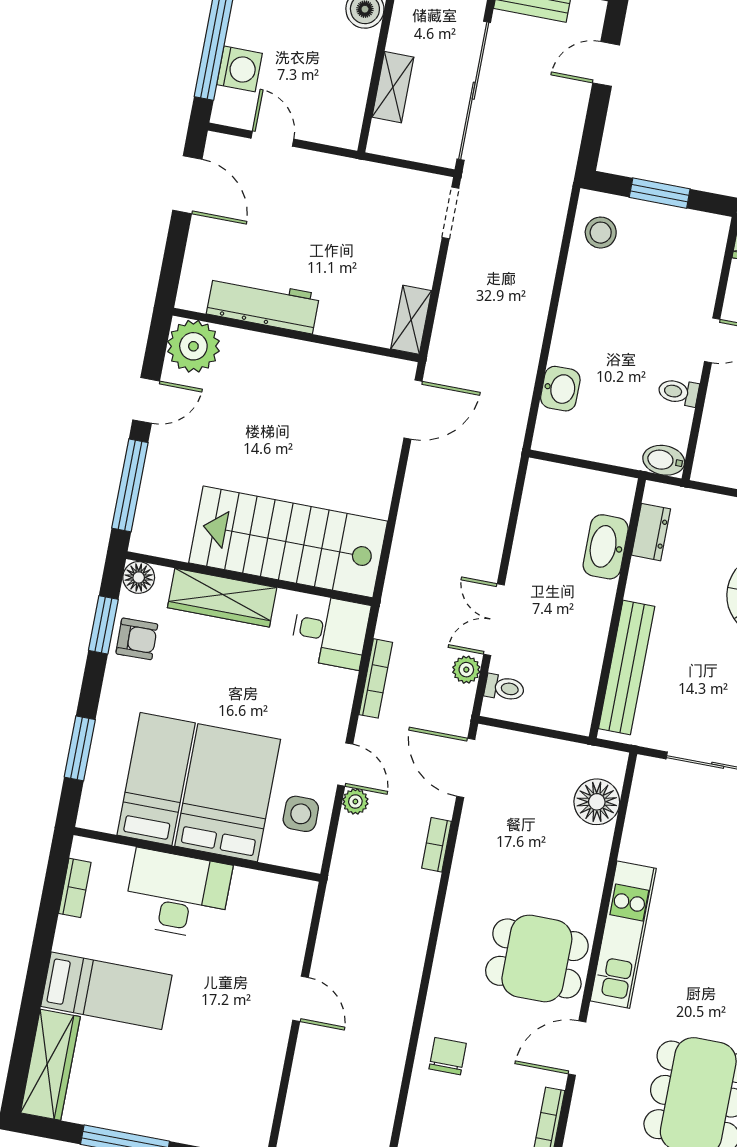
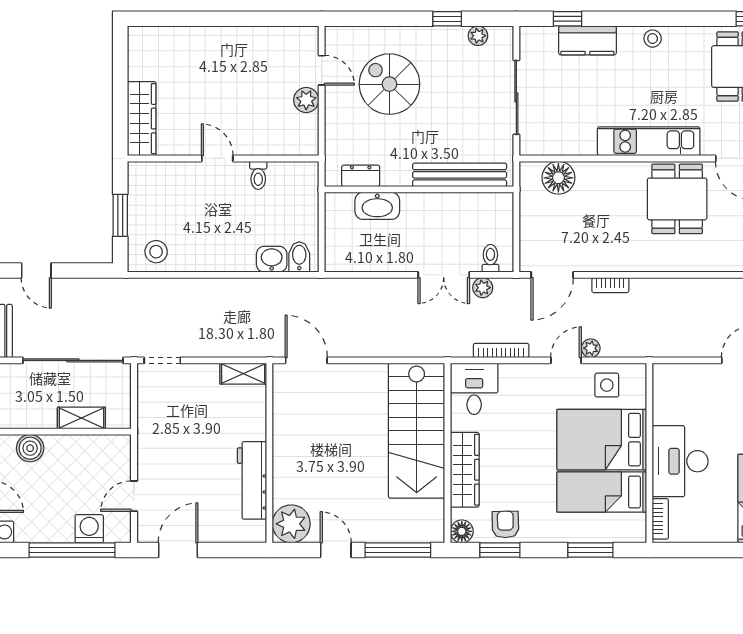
bidet: (664, 460) -> (299, 257), moved, turned 180
bookcase: (75, 888) -> (660, 519), moved, turned 90

